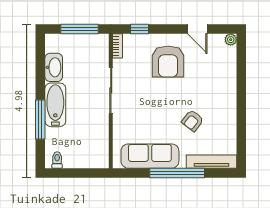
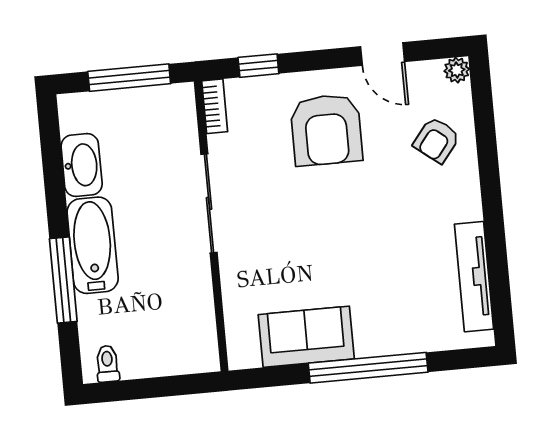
armchair: (193, 121) -> (437, 140), moved
sofa: (150, 156) -> (306, 337), width x0.73
tv unit: (212, 162) -> (474, 277), moved, turned -90

